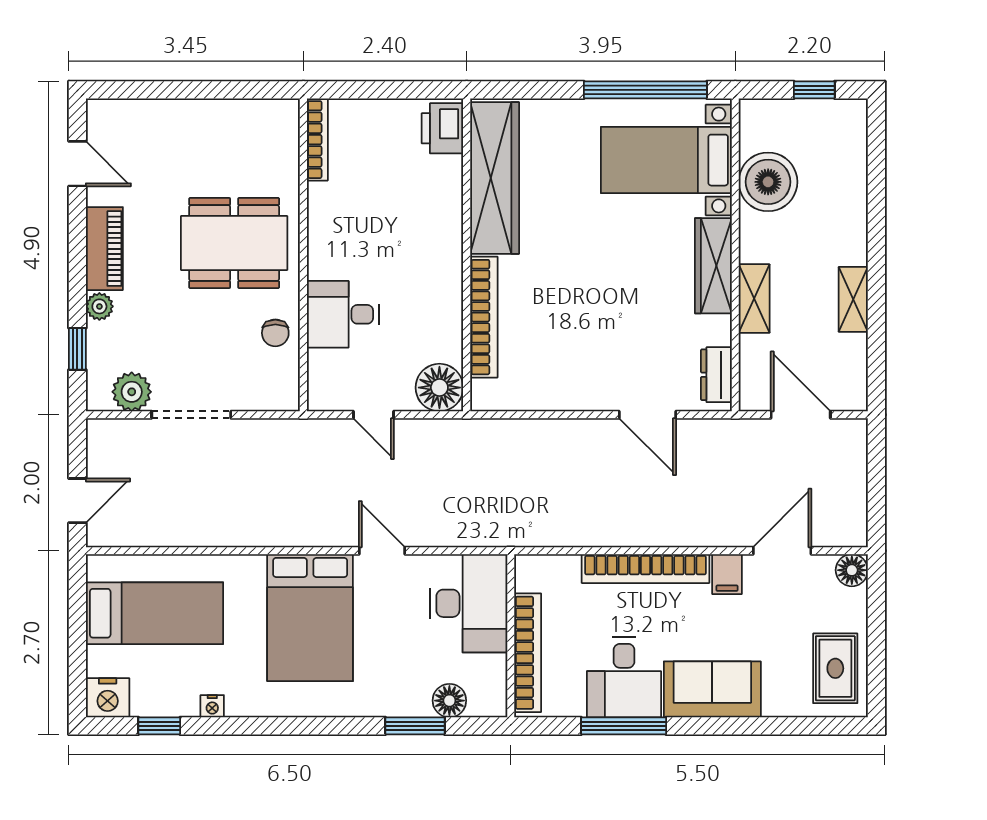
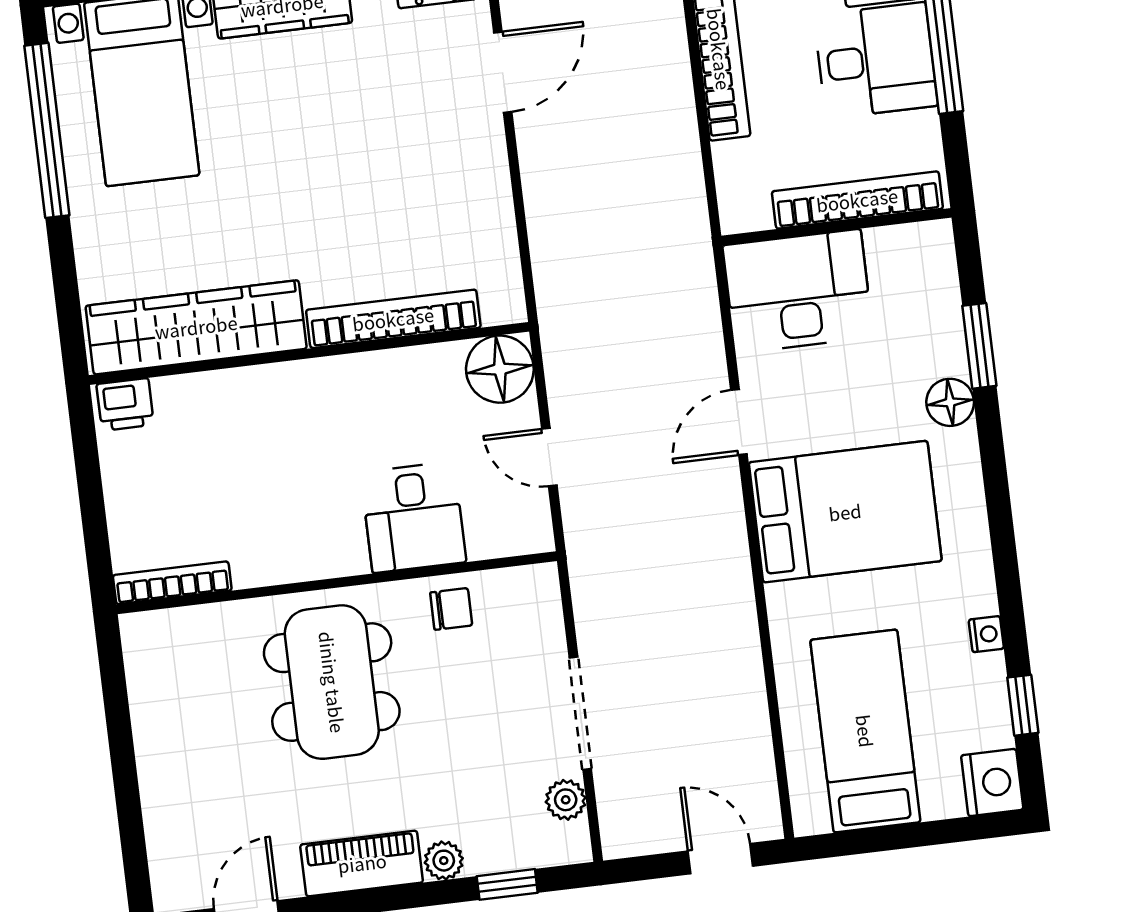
printer: (442, 128) -> (125, 404), width x0.73, depth x0.81
plant: (132, 392) -> (566, 800), width x0.73, depth x0.73
door: (373, 415) -> (549, 457), swing flipped
floor lamp: (449, 701) -> (950, 402), moved

